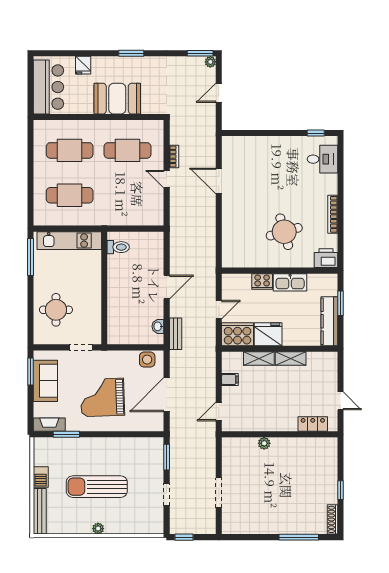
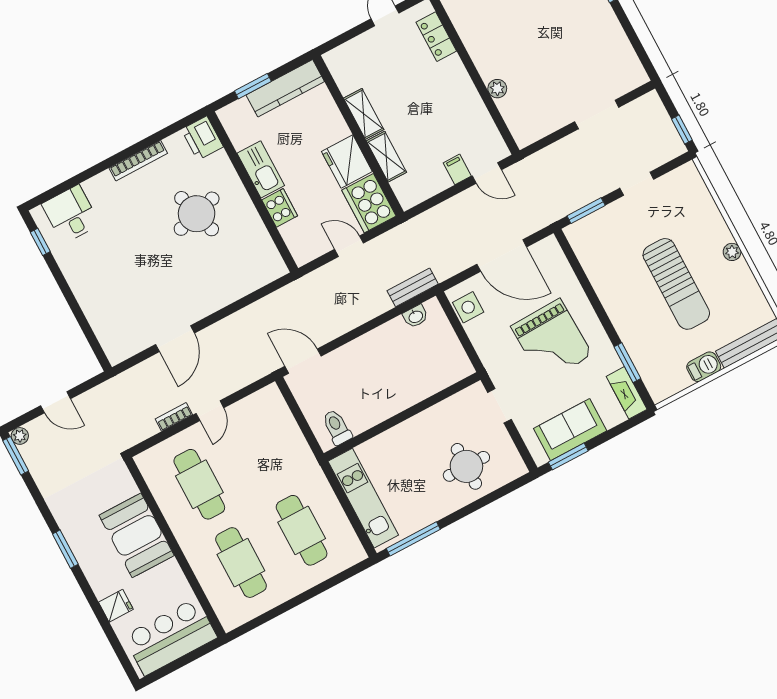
door: (167, 287) -> (303, 361), moved
filing cabinet: (230, 379) -> (457, 169), moved

